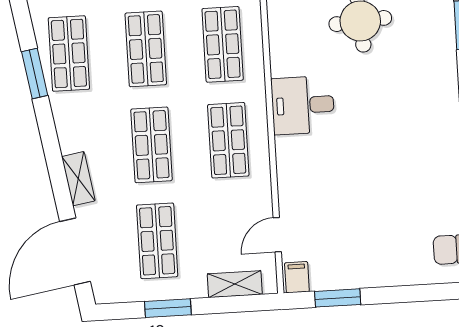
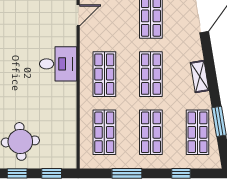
desk: (303, 105) -> (58, 64), moved
shelving: (78, 179) -> (200, 76), moved

